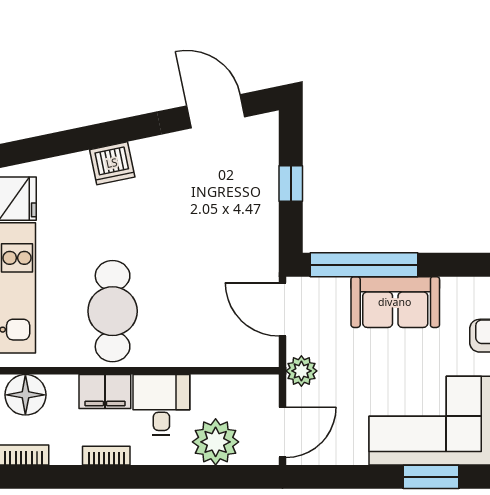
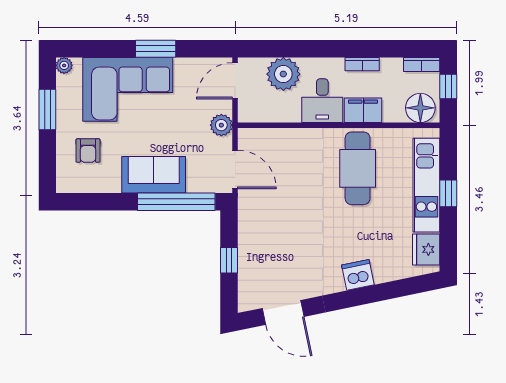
window: (431, 477) -> (156, 49), moved

